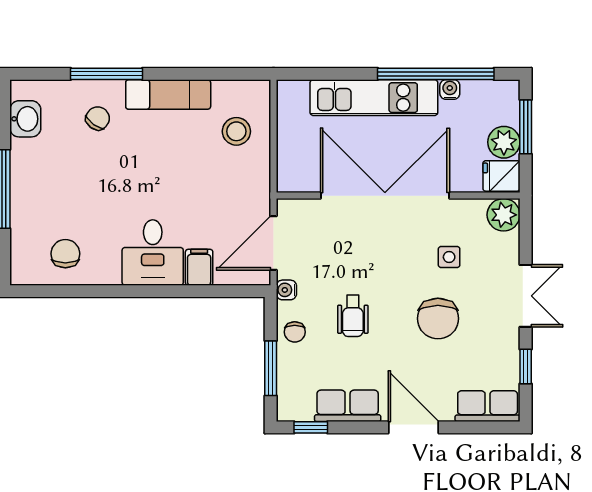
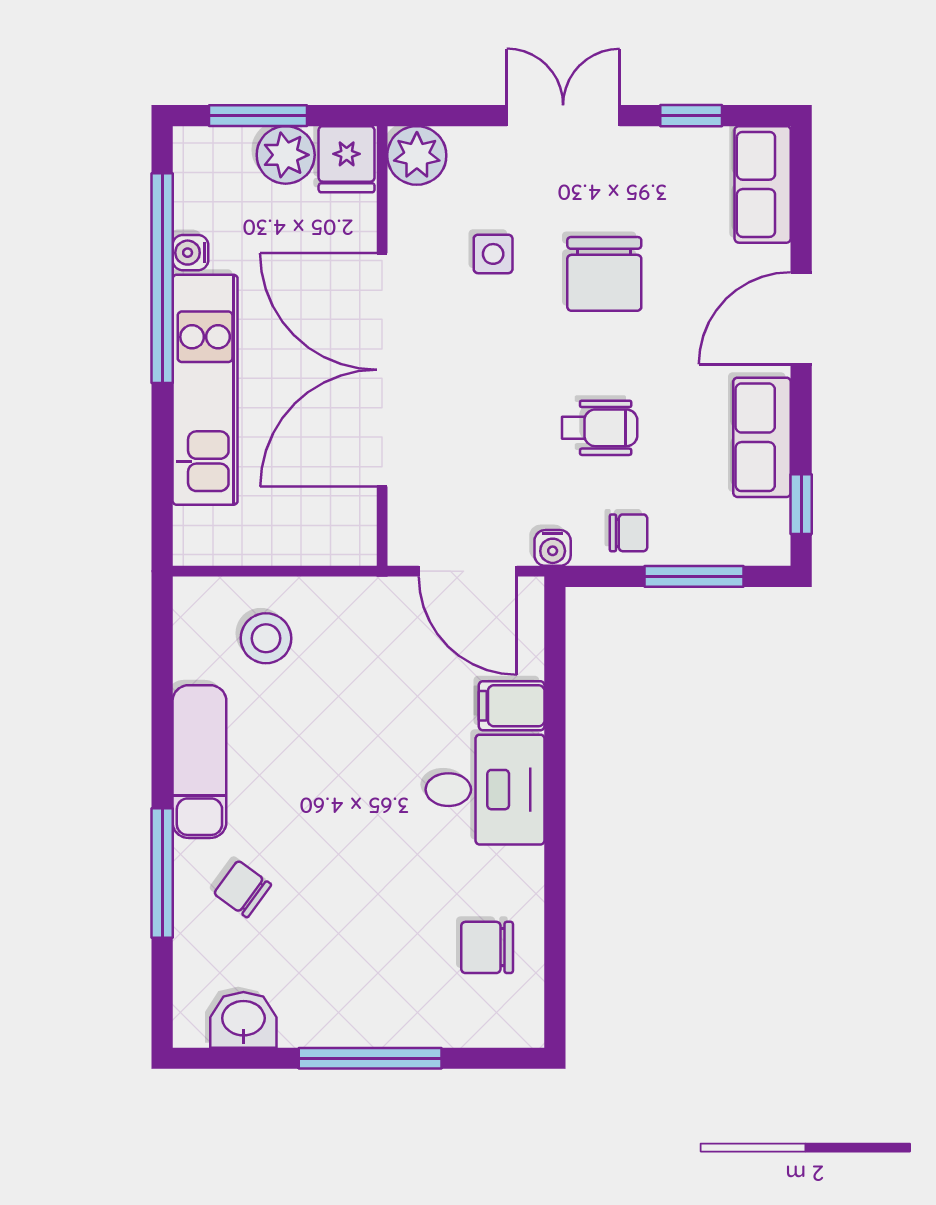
chair: (438, 319) -> (604, 274), turned 90

